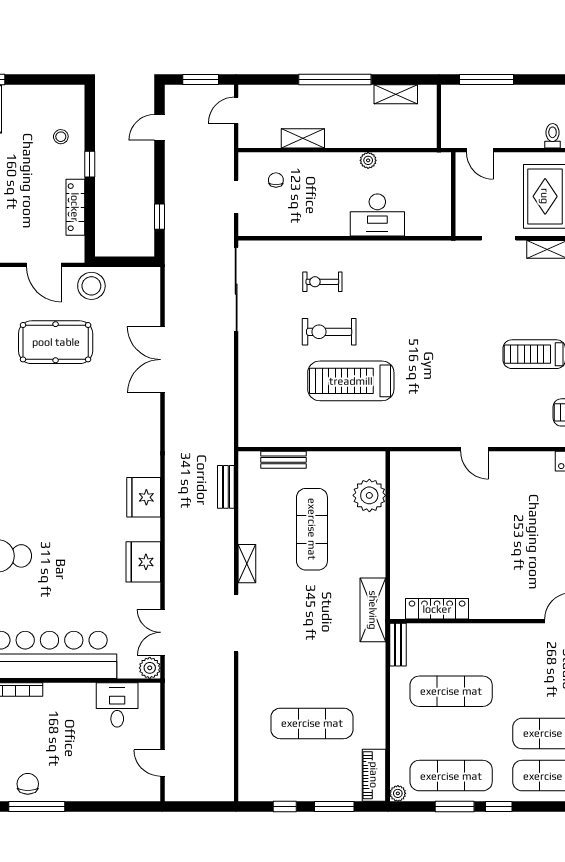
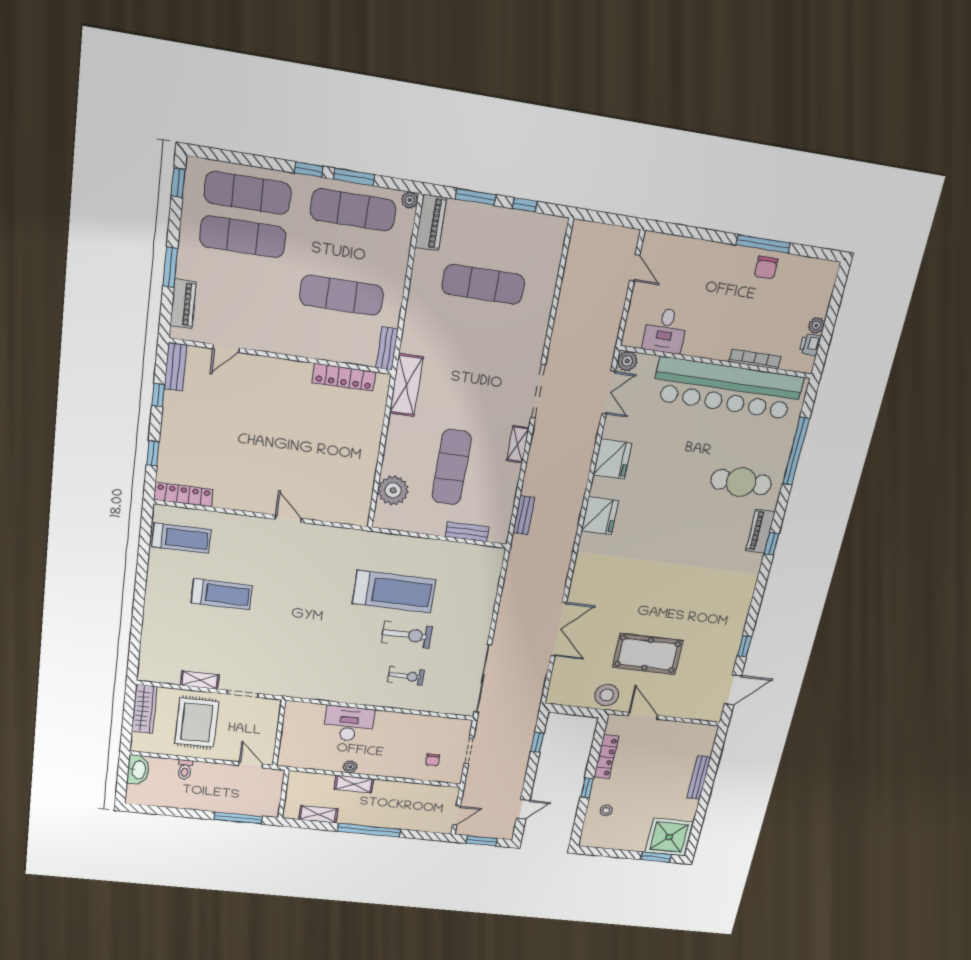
shelving: (303, 138) -> (354, 784), moved

